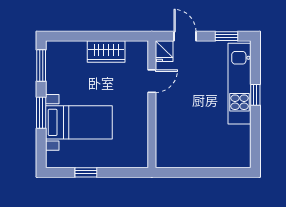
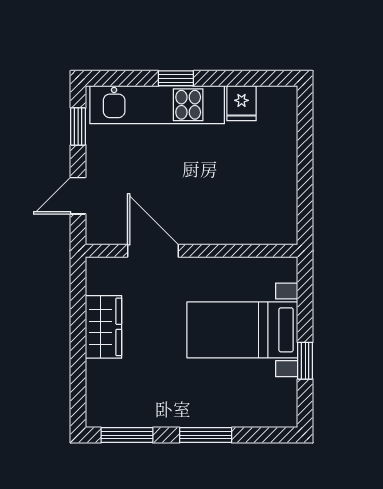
fridge: (164, 51) -> (242, 103), moved, turned 90
door: (152, 81) -> (153, 251), width x1.38
bed with nightstands: (79, 122) -> (242, 330), moved, turned -90

